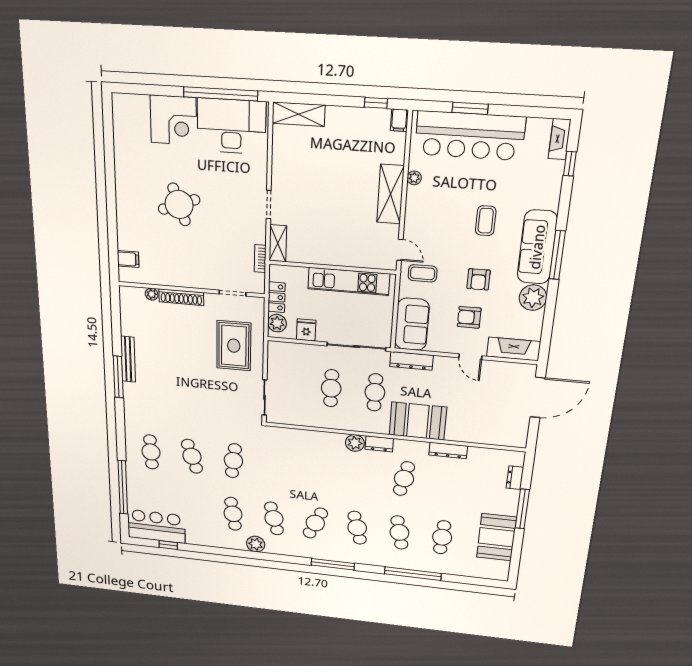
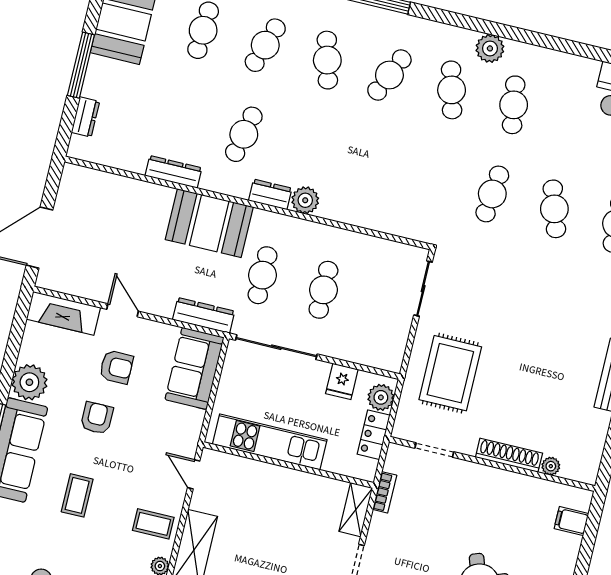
coffee table: (423, 273) -> (153, 524), moved
cafe table: (399, 532) -> (265, 45), turned 30

